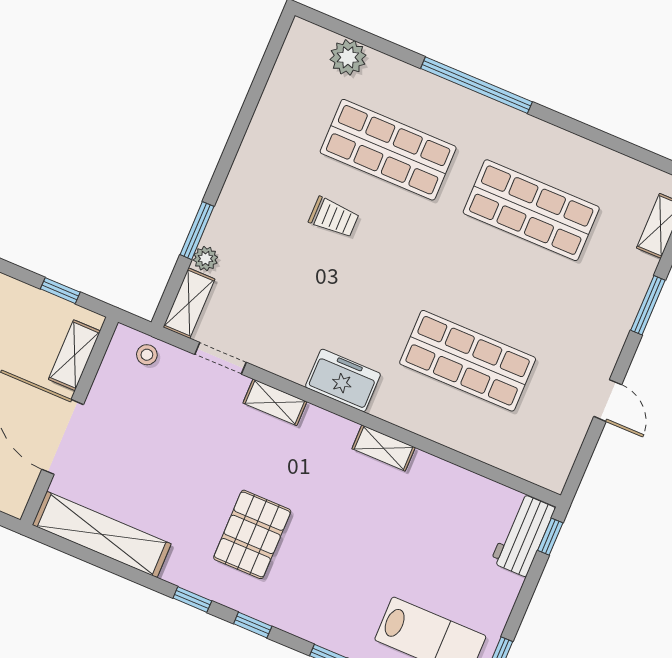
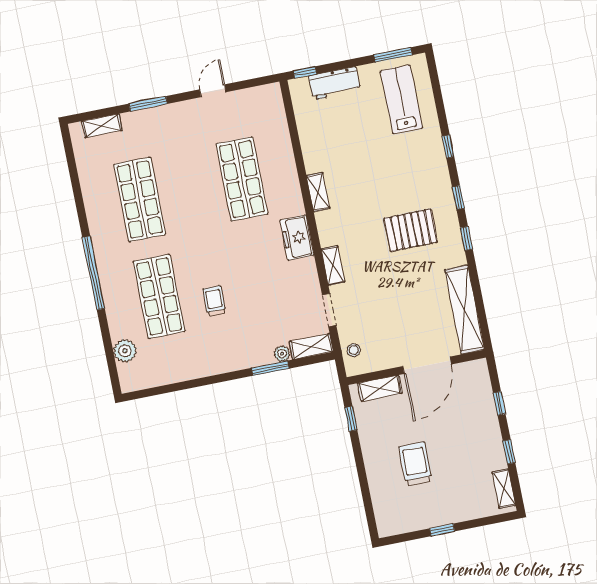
workbench: (523, 535) -> (335, 83), moved

